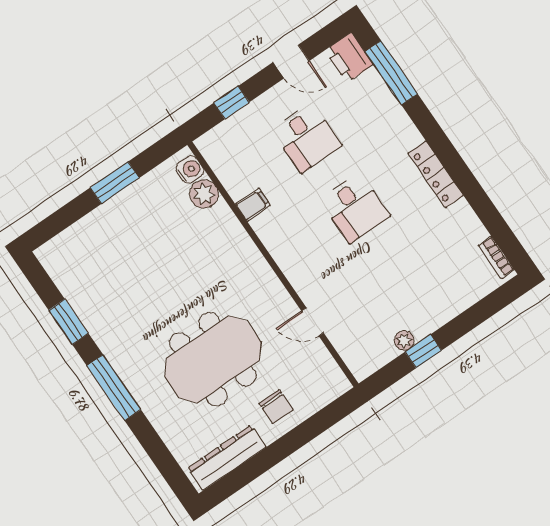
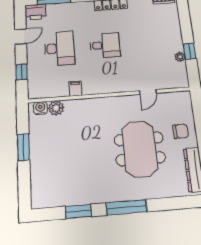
desk: (307, 138) -> (59, 48), width x1.37

